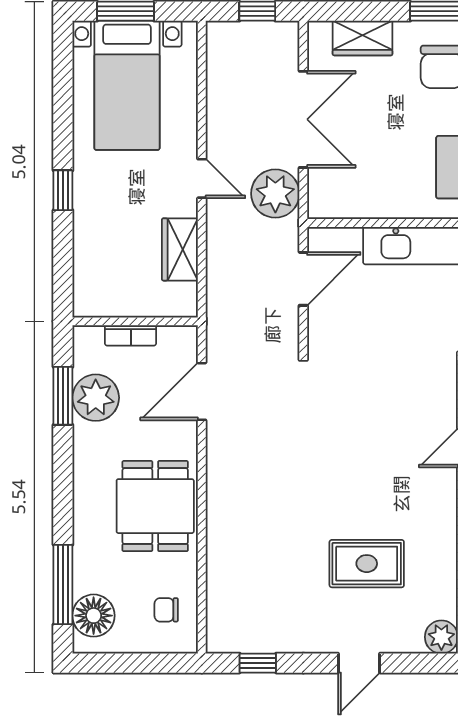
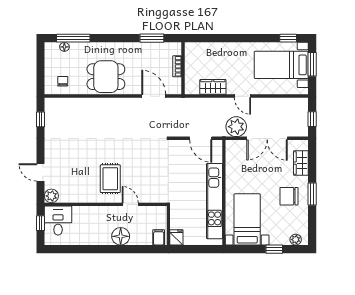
door: (202, 178) -> (242, 96), hinge flipped
window: (63, 190) -> (288, 38), moved
plant: (96, 398) -> (151, 52), removed
rug: (367, 564) -> (110, 179), moved
floor lamp: (94, 616) -> (64, 47), width x0.53, depth x0.53
door: (359, 663) -> (41, 172), moved

